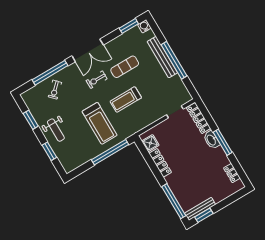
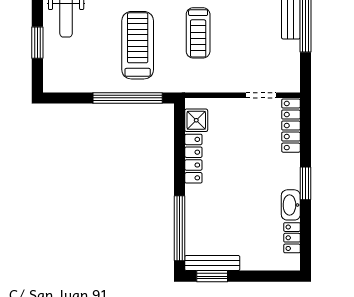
treadmill: (126, 100) -> (198, 33), turned -90
treadmill: (100, 123) -> (138, 45), turned 180
washbasin: (211, 140) -> (291, 205), moved
window: (223, 142) -> (305, 183), width x0.69

